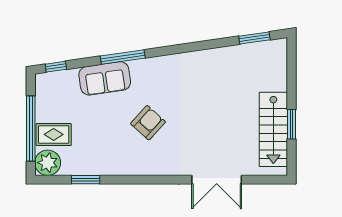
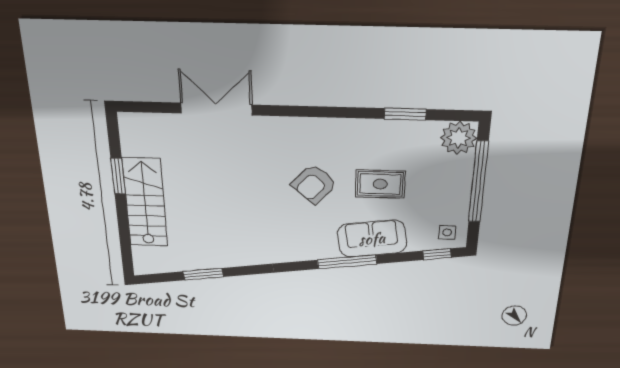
window: (254, 38) -> (203, 274), moved
side table: (50, 86) -> (447, 232), added
stairs: (273, 129) -> (145, 203), moved
rug: (54, 134) -> (380, 184), moved

